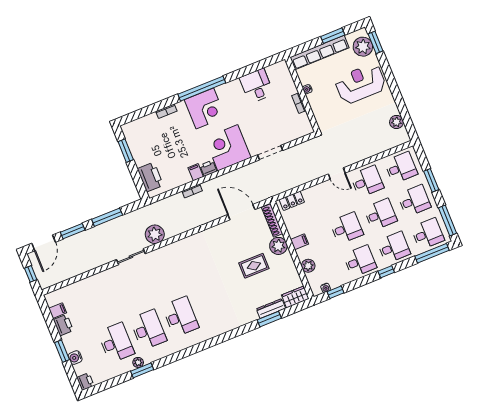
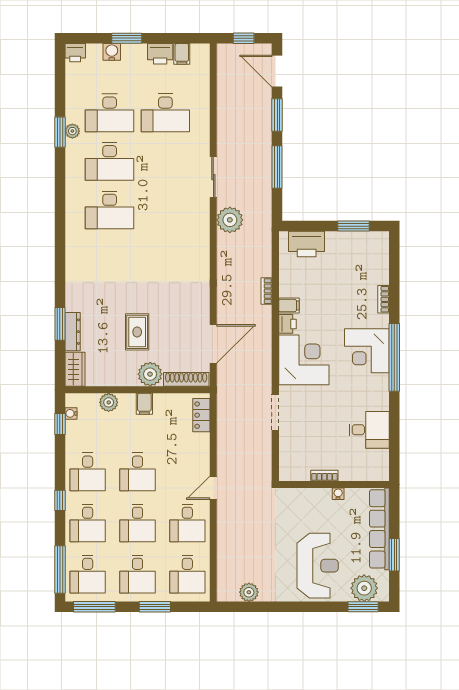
desk: (101, 306) -> (165, 113), added

